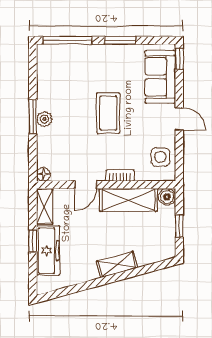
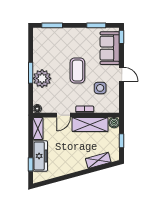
window: (68, 40) -> (52, 25), width x0.69
window: (120, 40) -> (96, 25), moved
plant: (44, 119) -> (42, 78), width x1.88, depth x1.88
side table: (160, 157) -> (100, 88), moved
window: (33, 241) -> (31, 164), moved
shelving: (117, 264) -> (98, 160), moved

